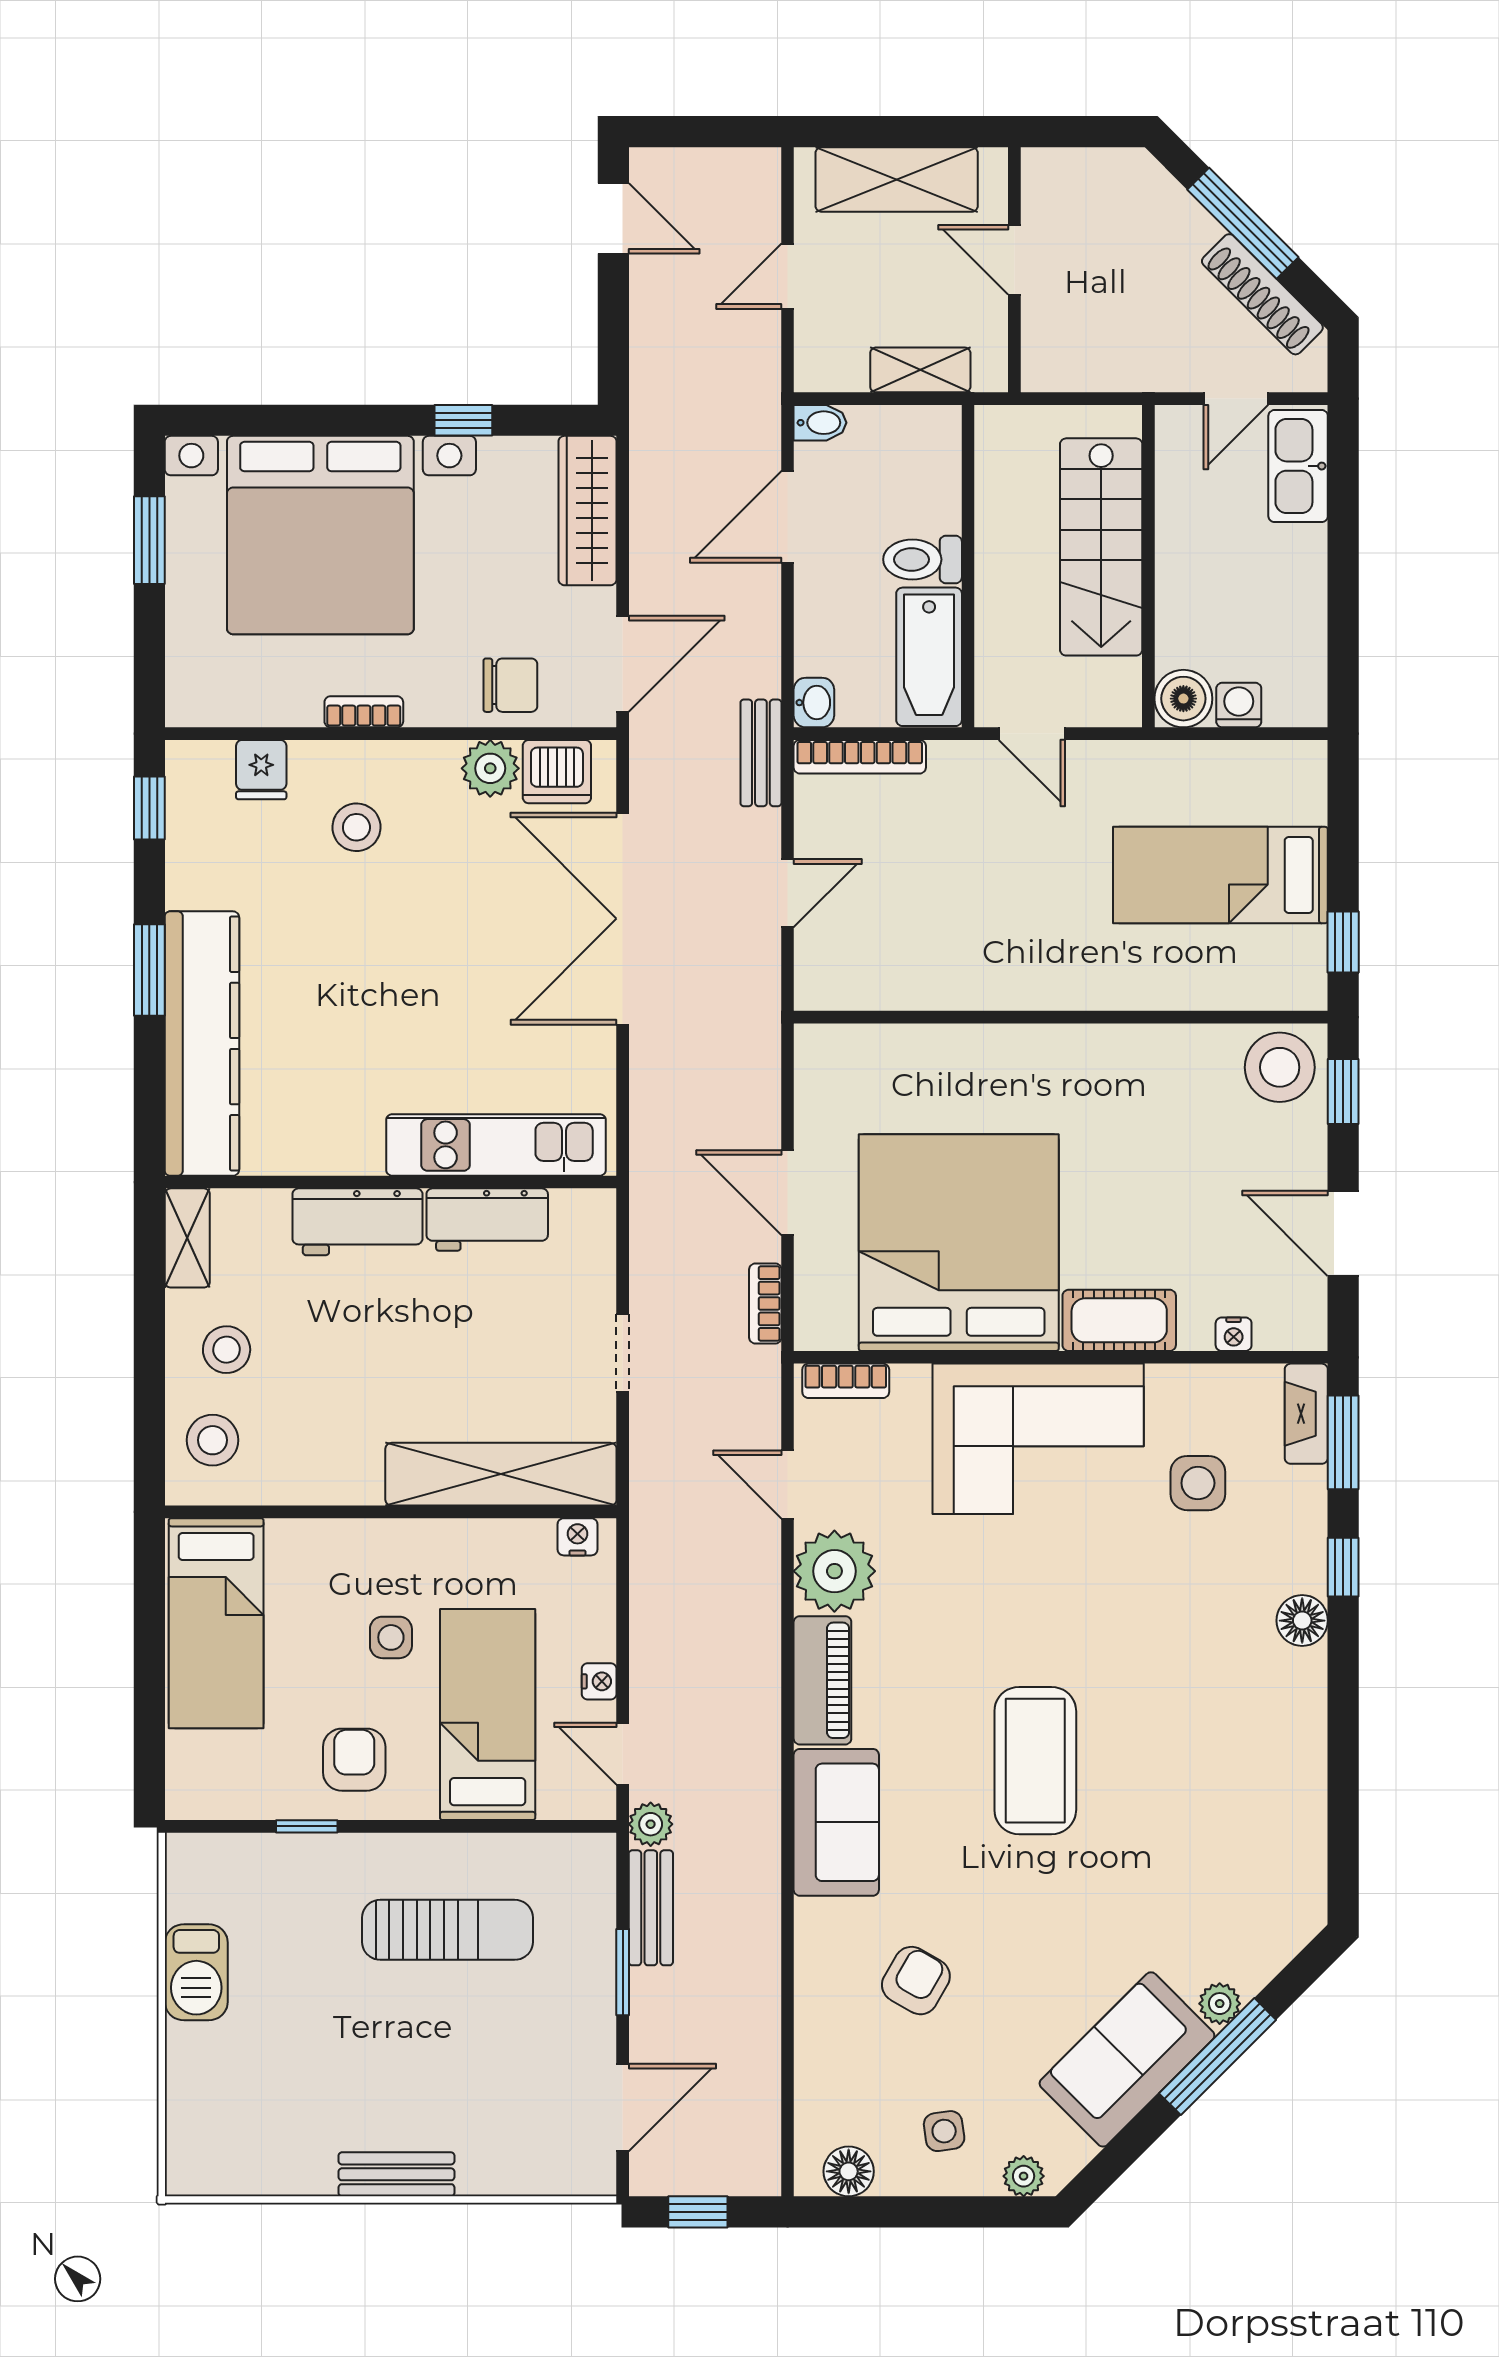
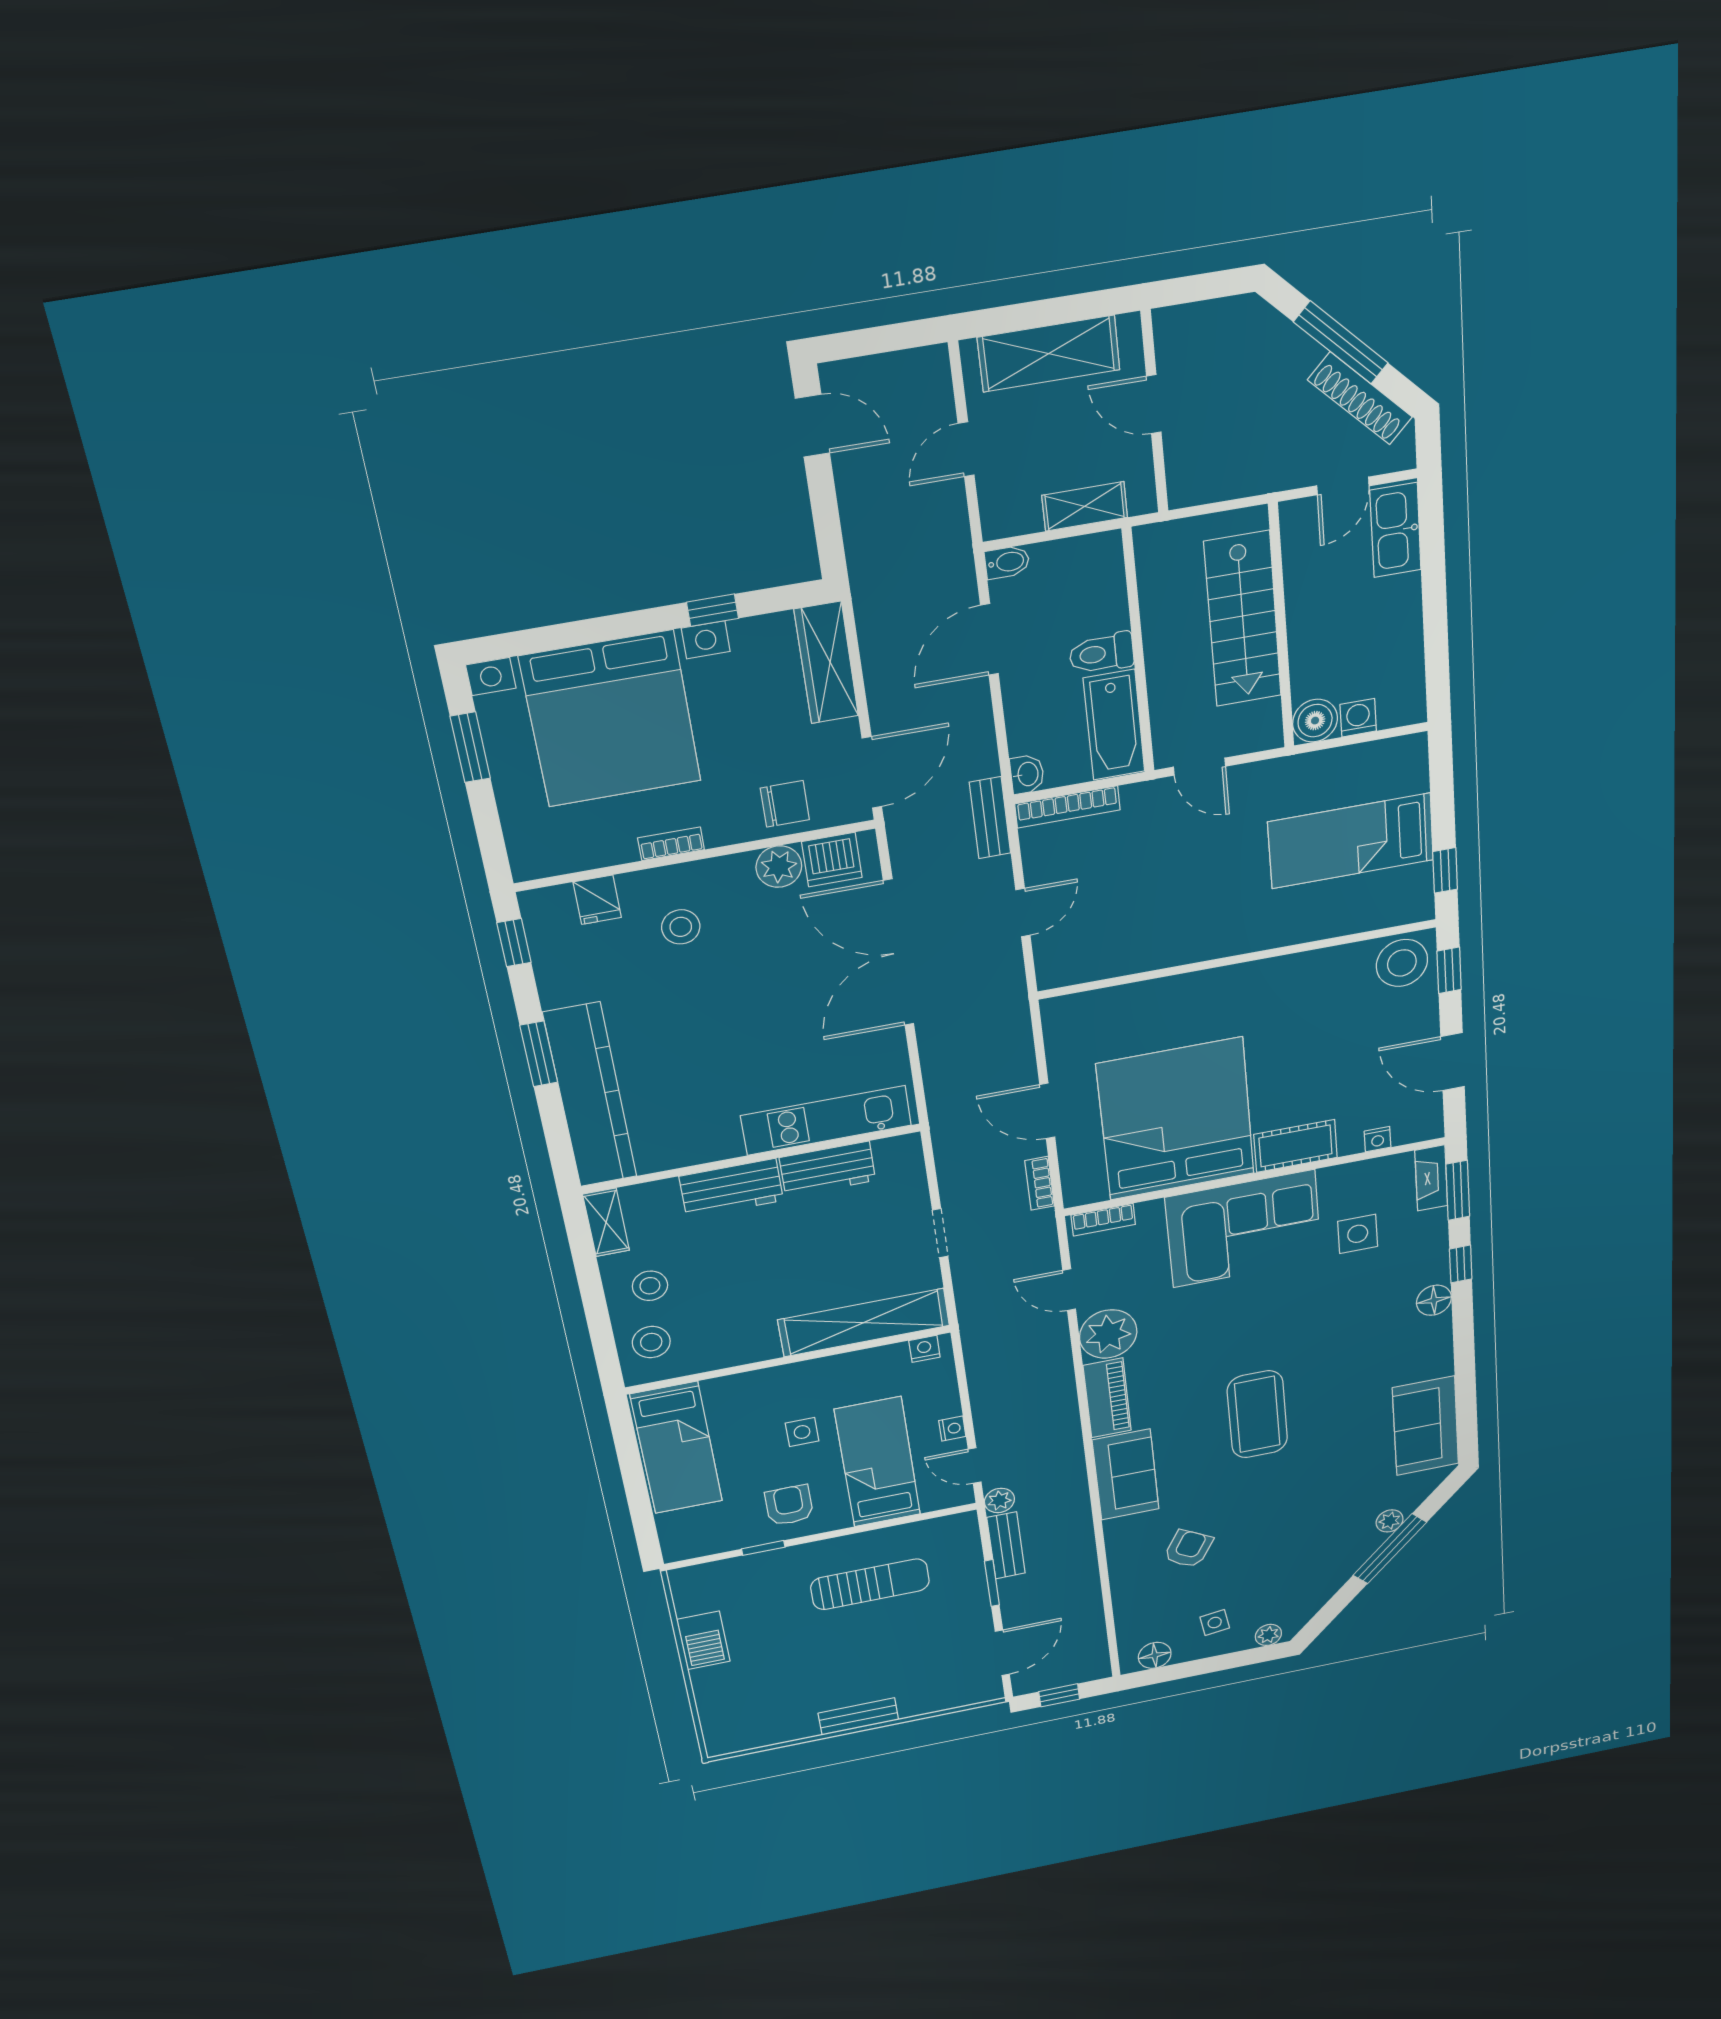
sofa: (1127, 2059) -> (1426, 1426), moved, turned -45

